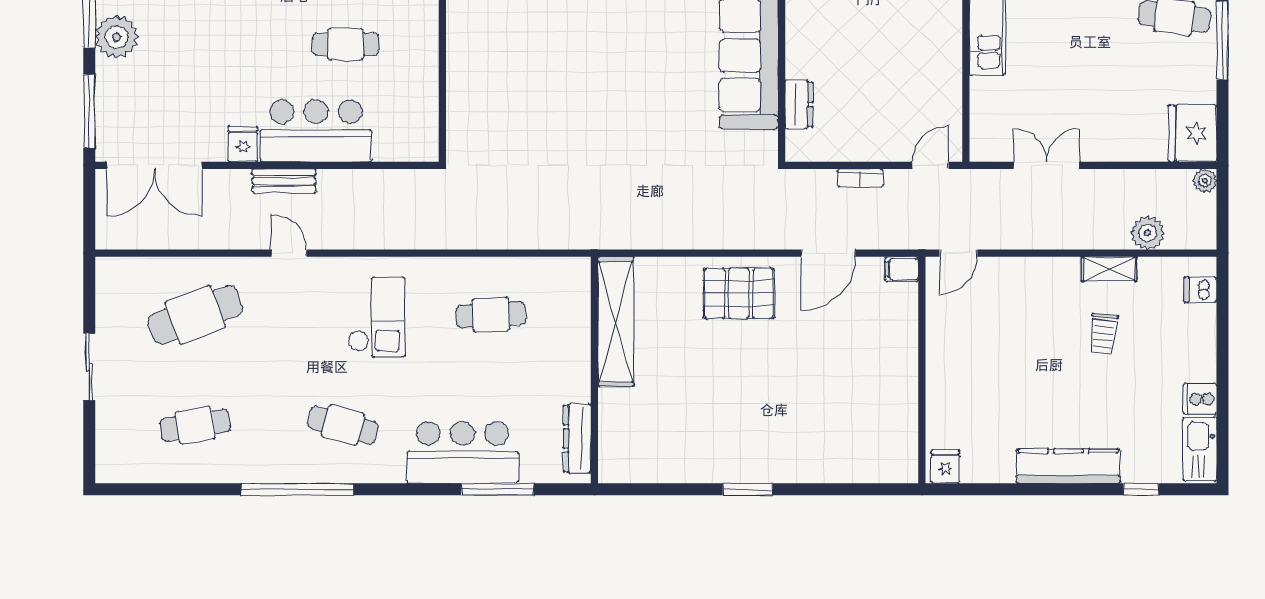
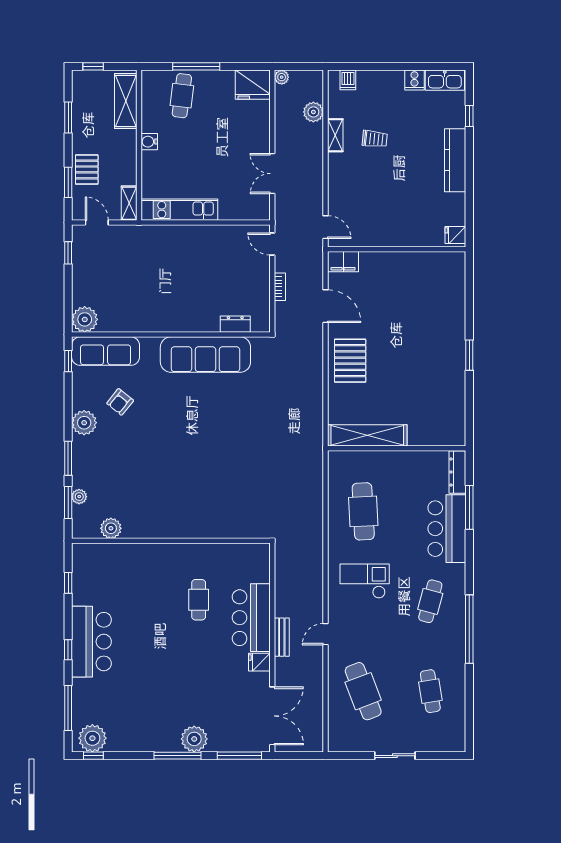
filing cabinet: (902, 269) -> (343, 262), width x2.00
cafe table: (491, 315) -> (363, 511), width x1.37, depth x1.35
dresser: (577, 439) -> (457, 472), moved, turned 90

